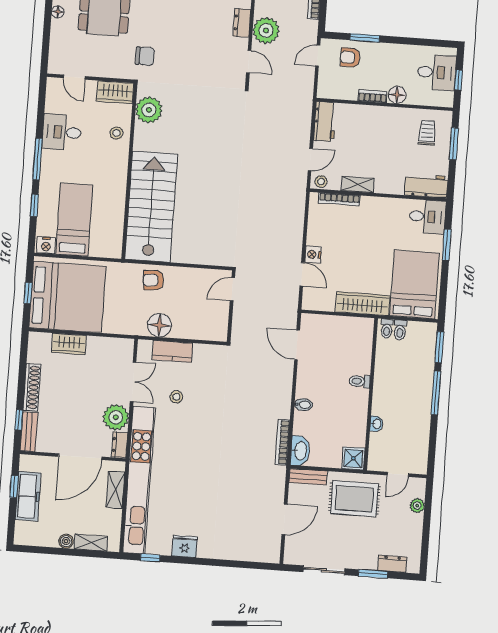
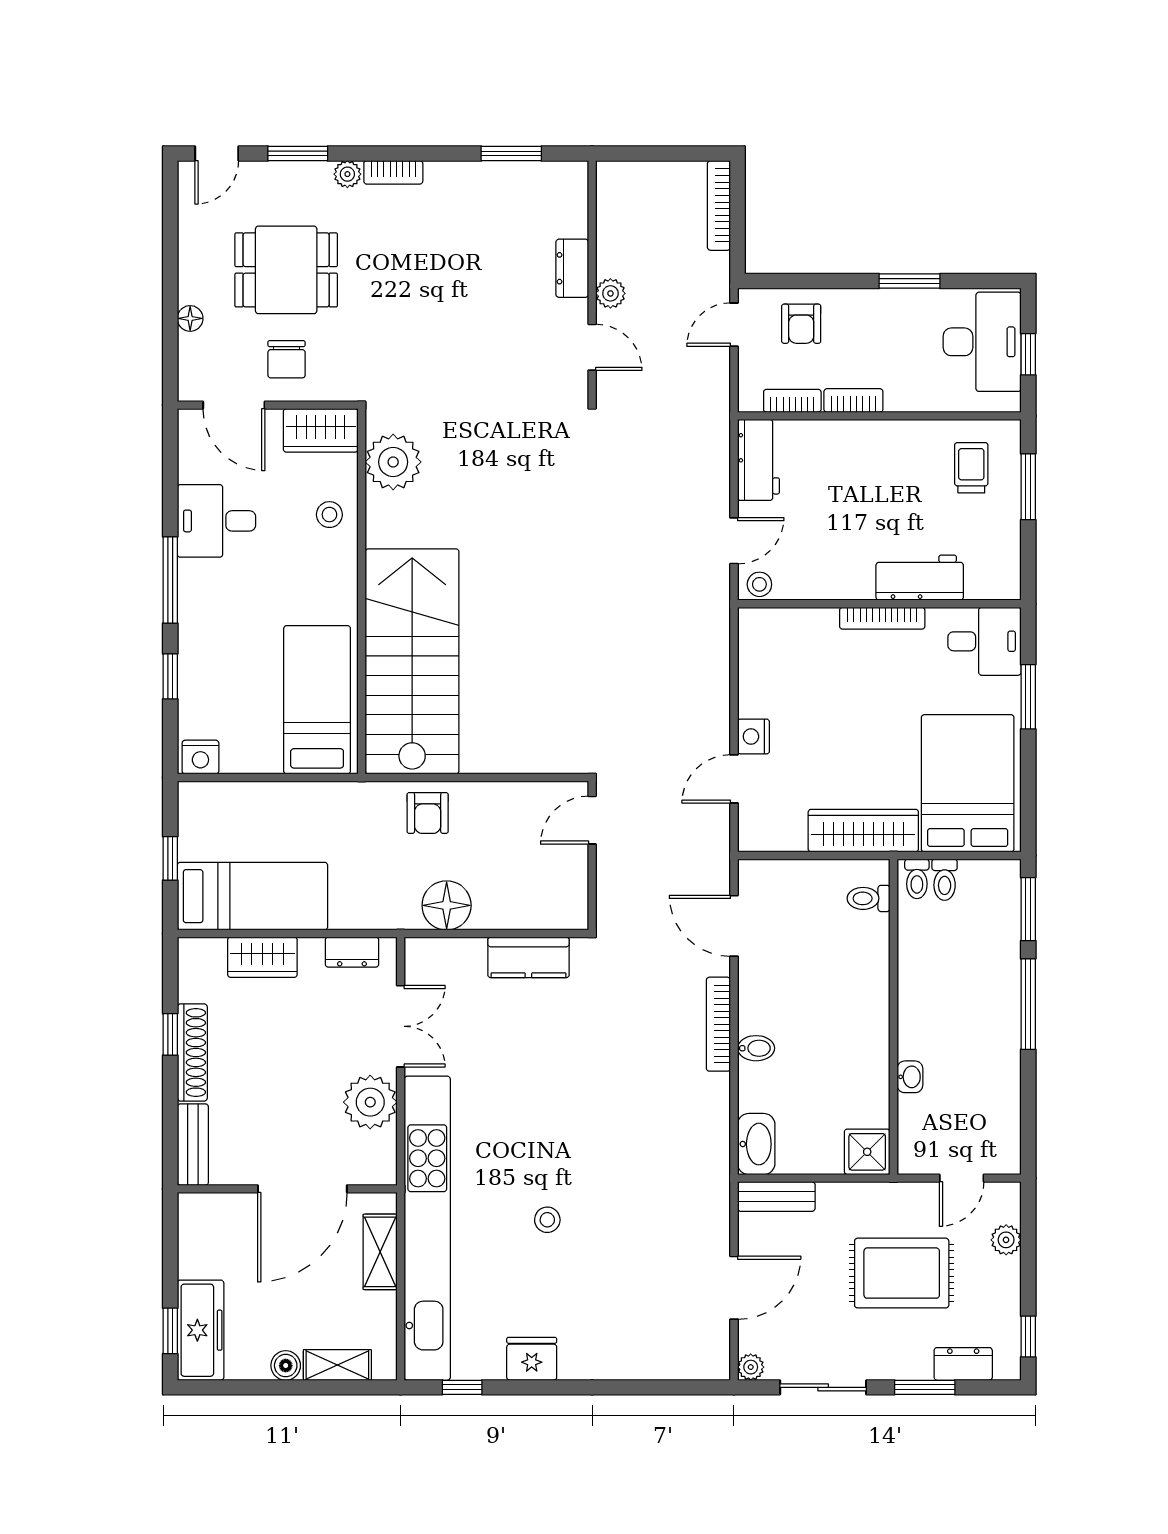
floor lamp: (58, 12) -> (190, 318), moved
plant: (266, 30) -> (610, 293), width x0.53, depth x0.53
window: (365, 38) -> (909, 281), moved
chair: (145, 56) -> (287, 359), moved, turned 90
armchair: (350, 57) -> (801, 324), turned -90
desk: (437, 72) -> (982, 342), width x1.37
door: (74, 77) -> (234, 405), width x1.38
bookcase: (343, 94) -> (792, 401), added
floor lamp: (397, 95) -> (904, 394), removed
shelving: (358, 185) -> (835, 585), removed
workbench: (426, 186) -> (920, 578), moved
bookcase: (339, 199) -> (882, 618), moved
bed: (74, 220) -> (317, 700), moved
door: (302, 274) -> (734, 779), swing flipped
armchair: (153, 280) -> (428, 813), turned -86
bed: (67, 297) -> (252, 896), width x0.49
kitchen counter: (172, 351) -> (528, 957), moved
toilet: (360, 381) -> (869, 898), moved
stool: (176, 397) -> (547, 1220), moved
window: (19, 420) -> (170, 1034), moved
bookcase: (283, 442) -> (718, 1024), moved
dresser: (120, 445) -> (352, 952), moved, turned -90
window: (14, 487) -> (170, 1331), moved
freezer: (28, 496) -> (201, 1330), moved
rug: (354, 499) -> (902, 1273), moved
window: (425, 553) -> (1028, 1336), added
plant: (290, 558) -> (751, 1367), added

